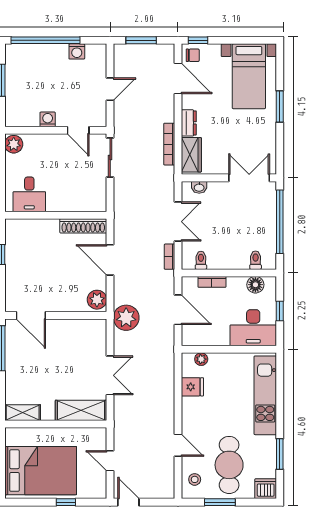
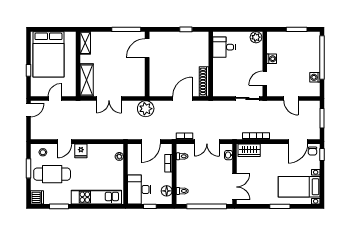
dresser: (189, 123) -> (269, 148), removed
plant: (97, 300) -> (157, 90), removed
fridge: (192, 387) -> (81, 151), moved

